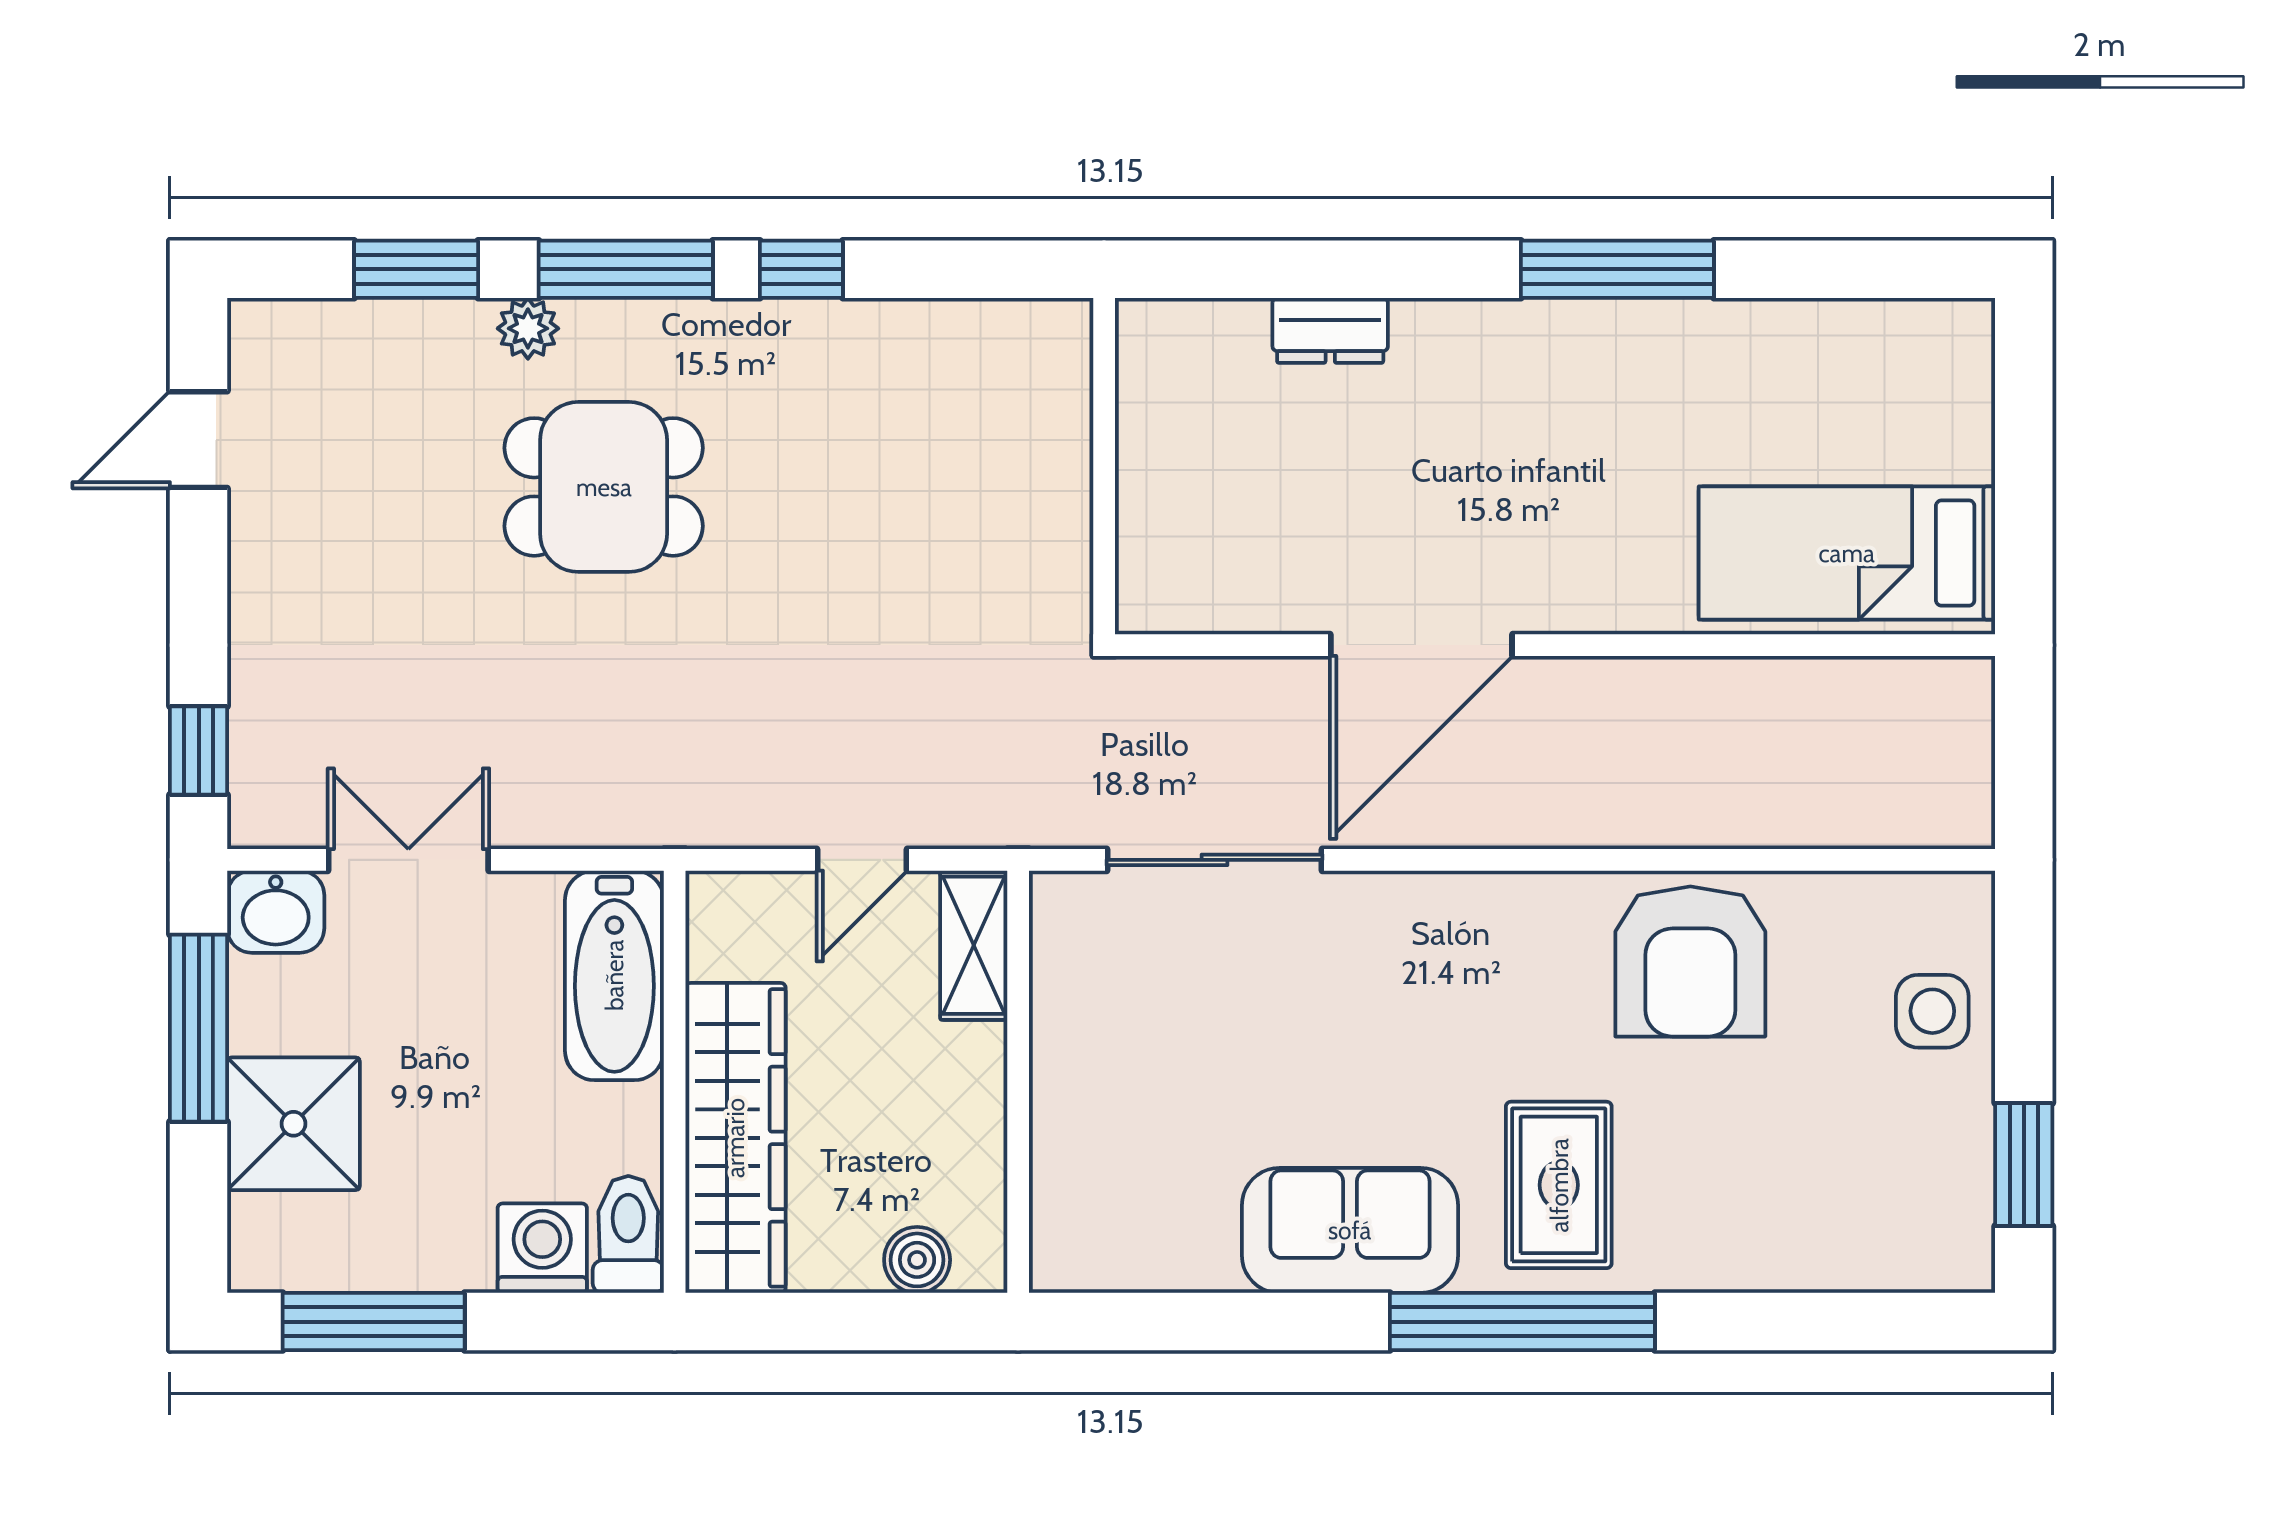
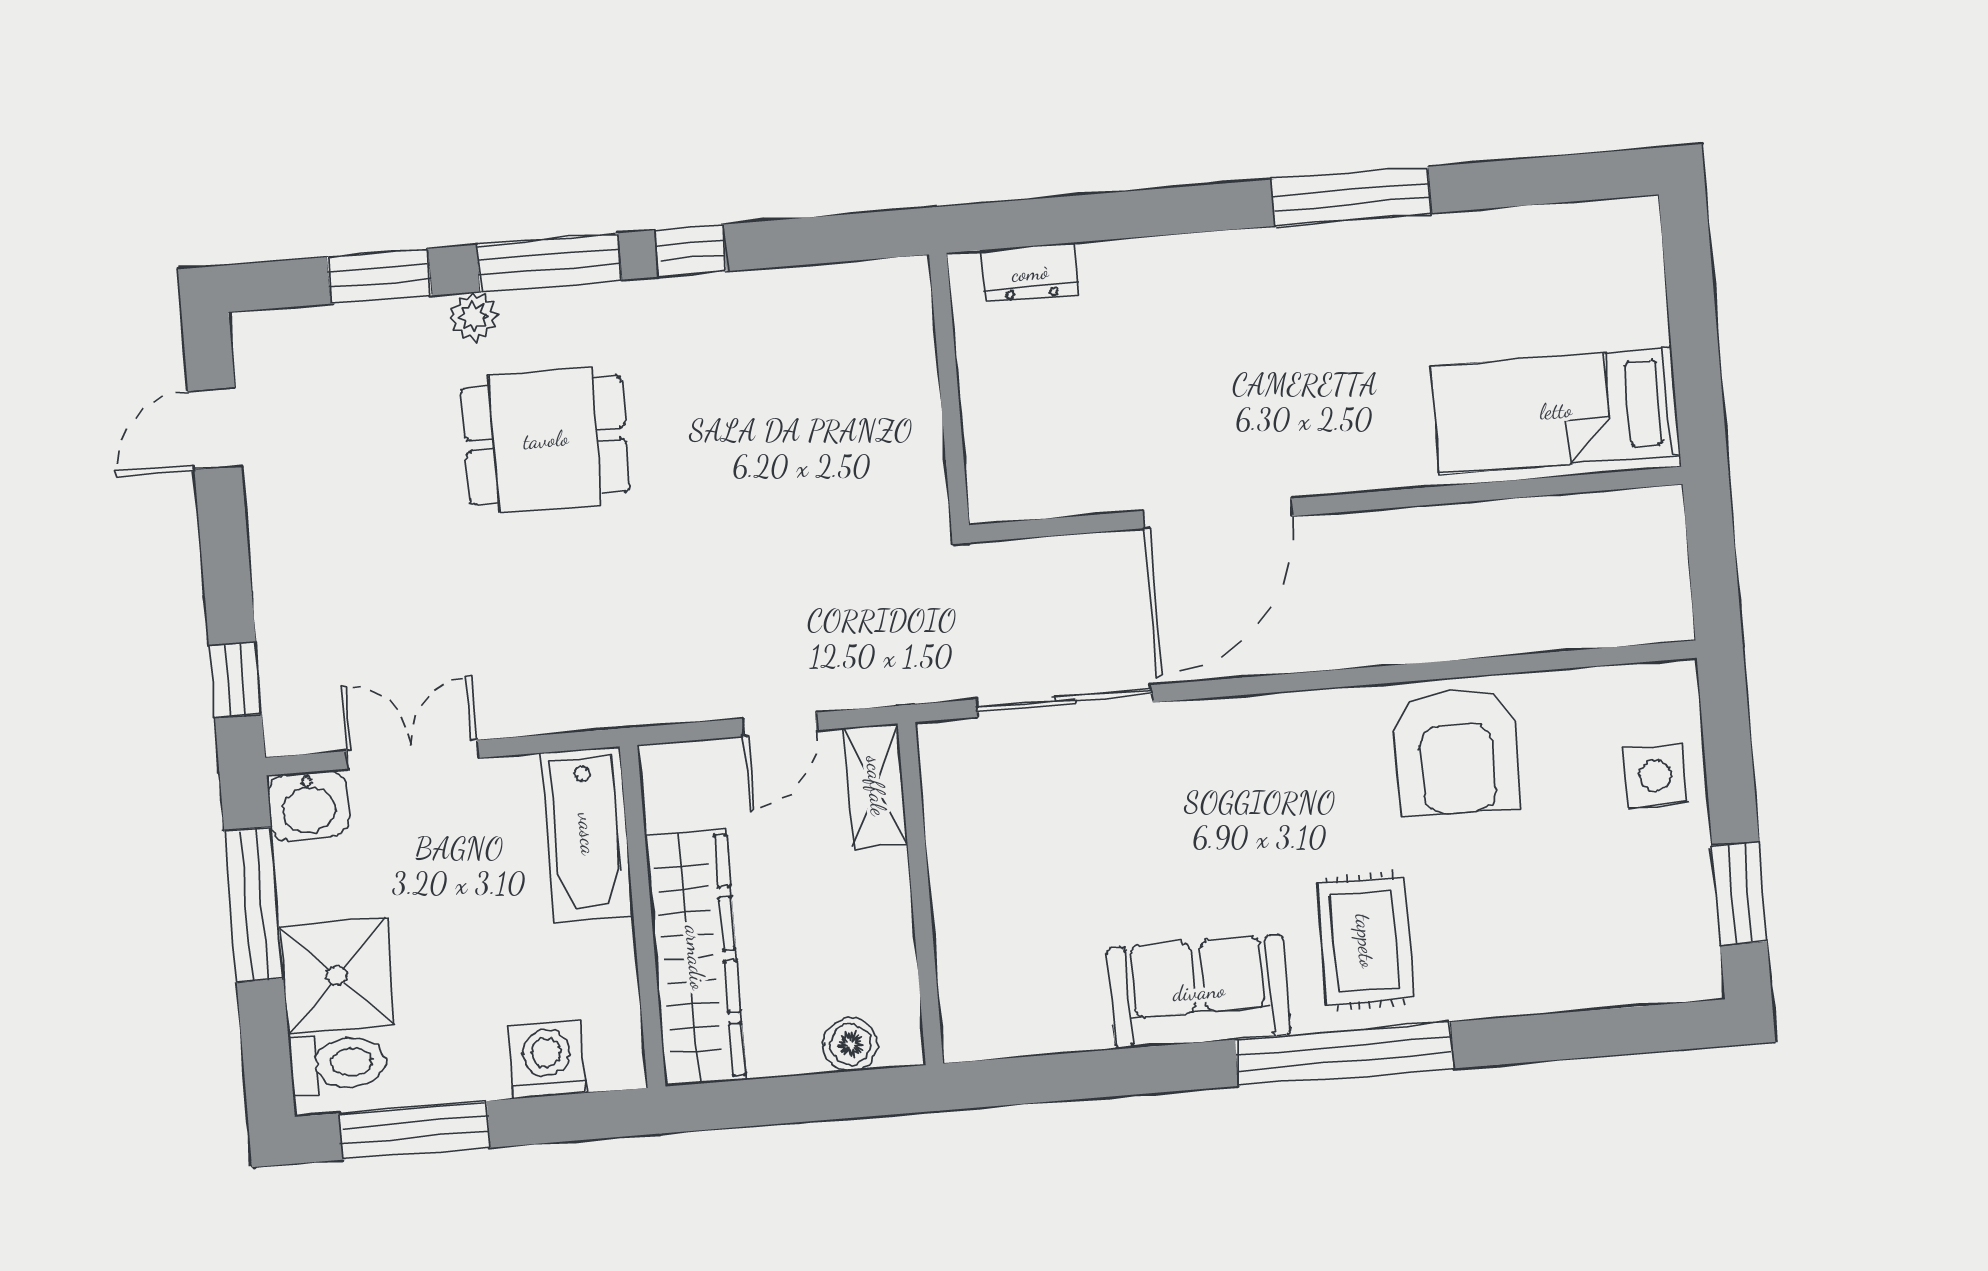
dresser: (1330, 330) -> (1030, 273), moved
toilet: (628, 1234) -> (338, 1063), moved, turned 90

